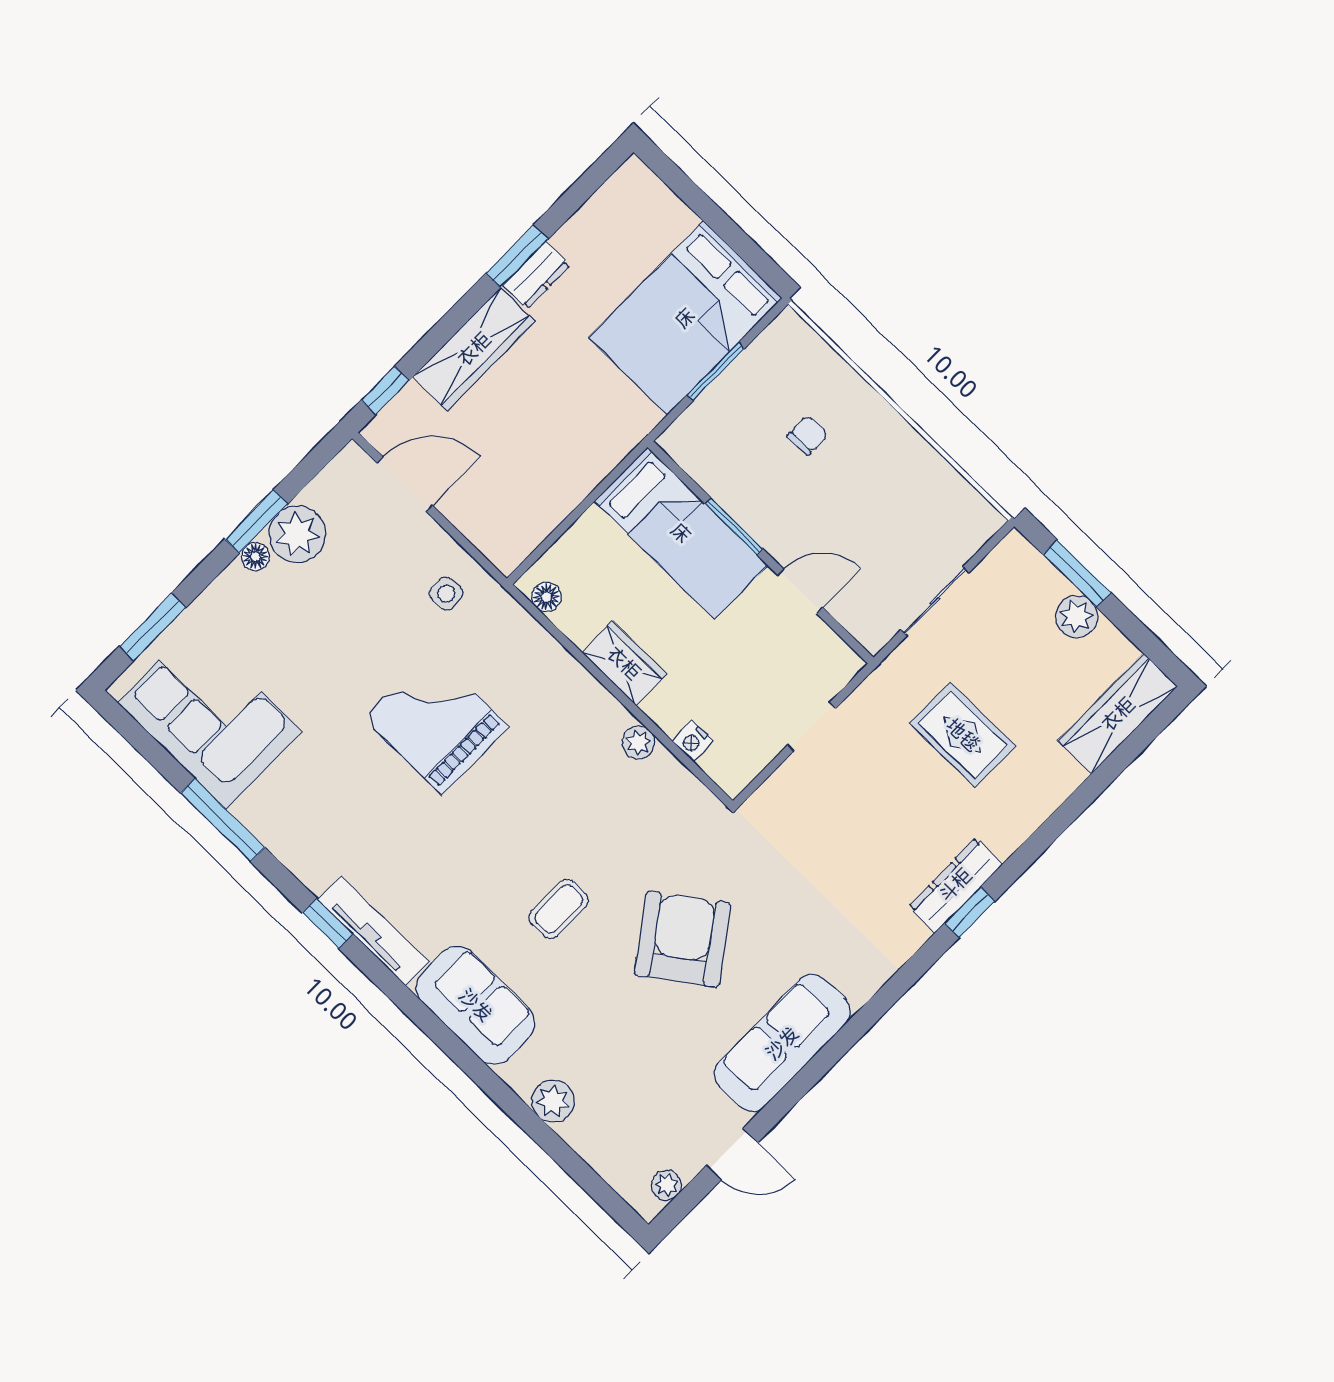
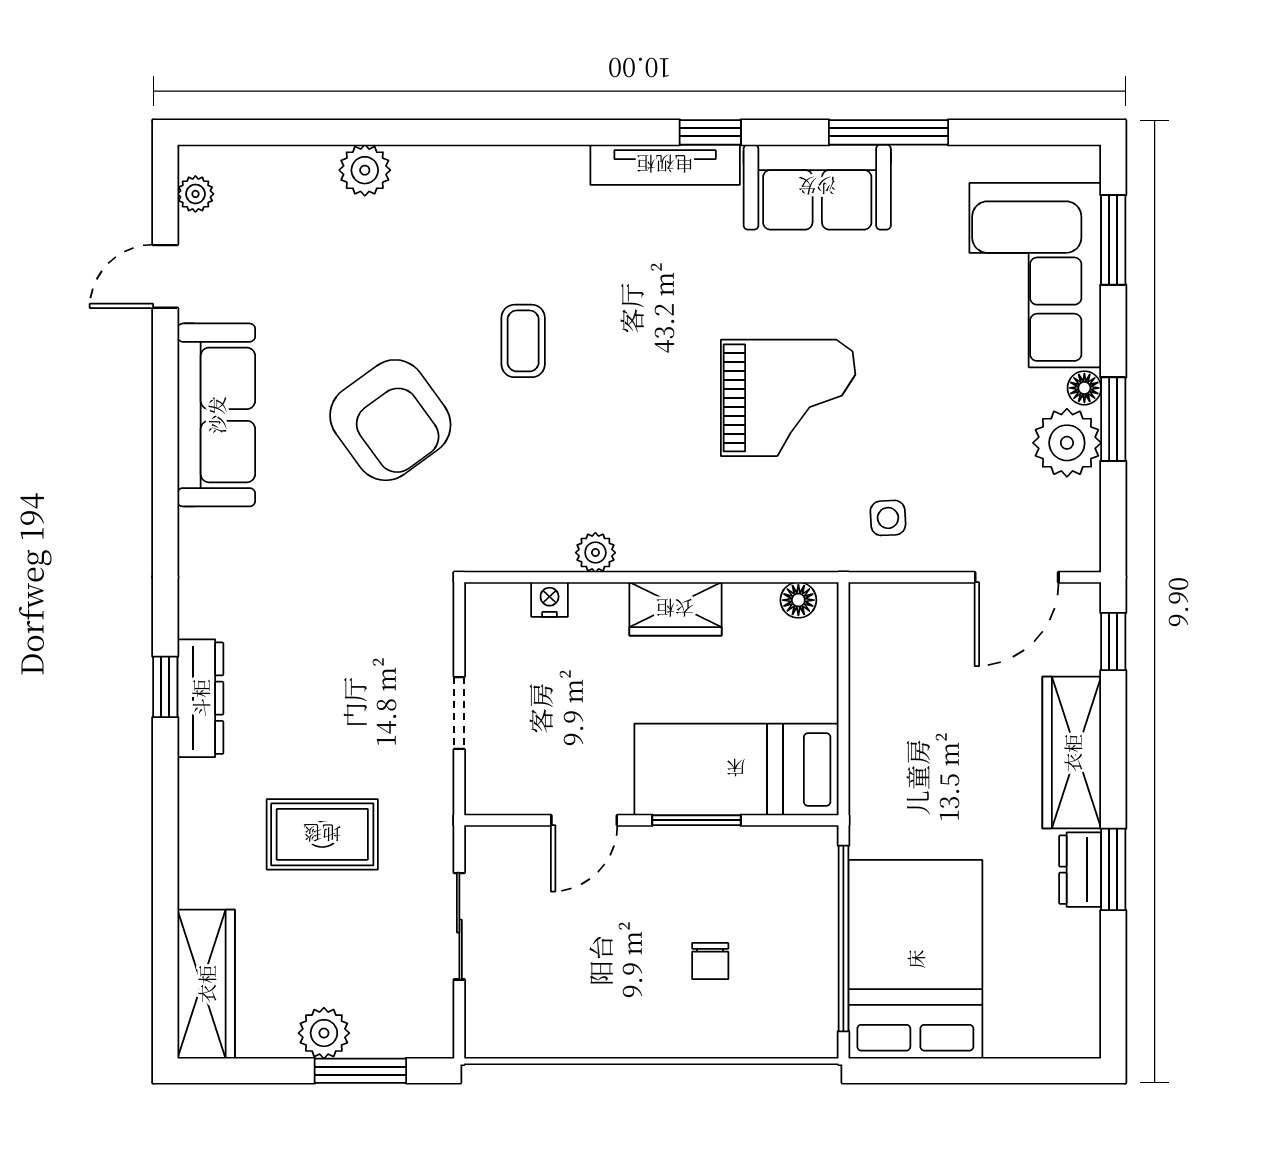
window: (716, 372) -> (843, 938), width x2.11
corner sofa: (210, 717) -> (1035, 275), moved, turned 90
sofa: (476, 1005) -> (817, 187), moved

